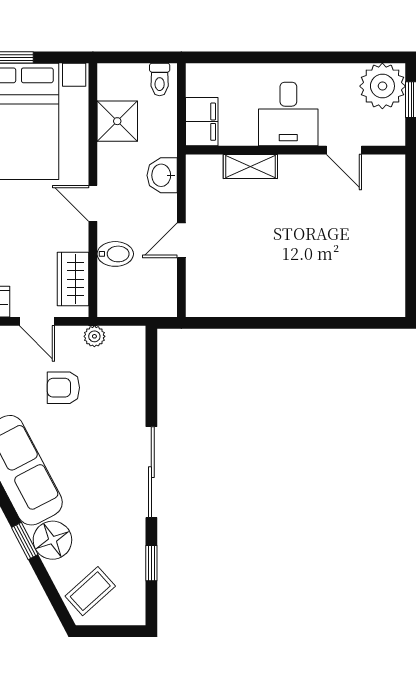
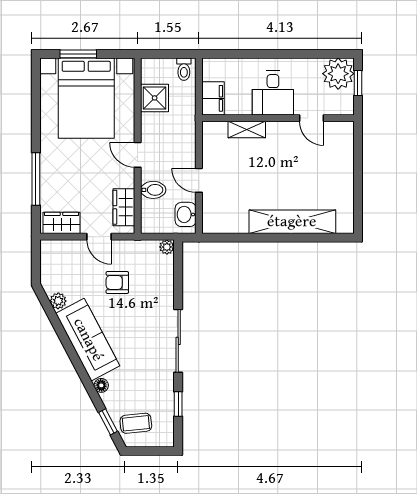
washbasin: (162, 175) -> (186, 214), moved
door: (181, 240) -> (199, 180), hinge flipped
shelving: (316, 300) -> (292, 222), added
plant: (94, 336) -> (167, 247), moved
floor lamp: (52, 540) -> (101, 385), width x0.53, depth x0.53
window: (25, 541) -> (108, 422), moved
coffee table: (90, 591) -> (136, 423), turned 36

